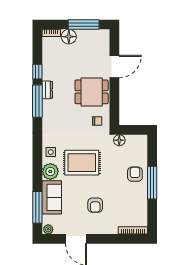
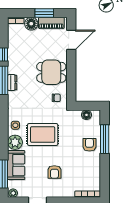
window: (84, 24) -> (44, 13), width x0.69
piano: (92, 36) -> (51, 23), added
door: (114, 67) -> (71, 40), moved
dresser: (47, 90) -> (12, 83), moved
floor lamp: (119, 140) -> (86, 115), moved
window: (152, 183) -> (105, 139), moved

